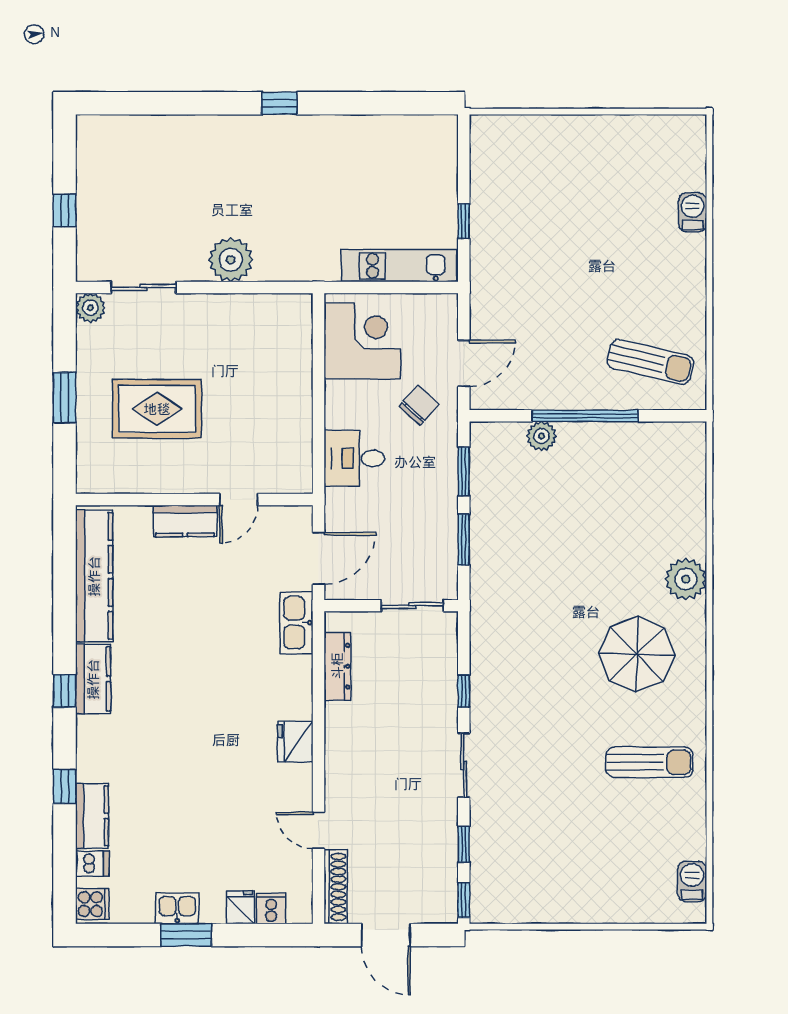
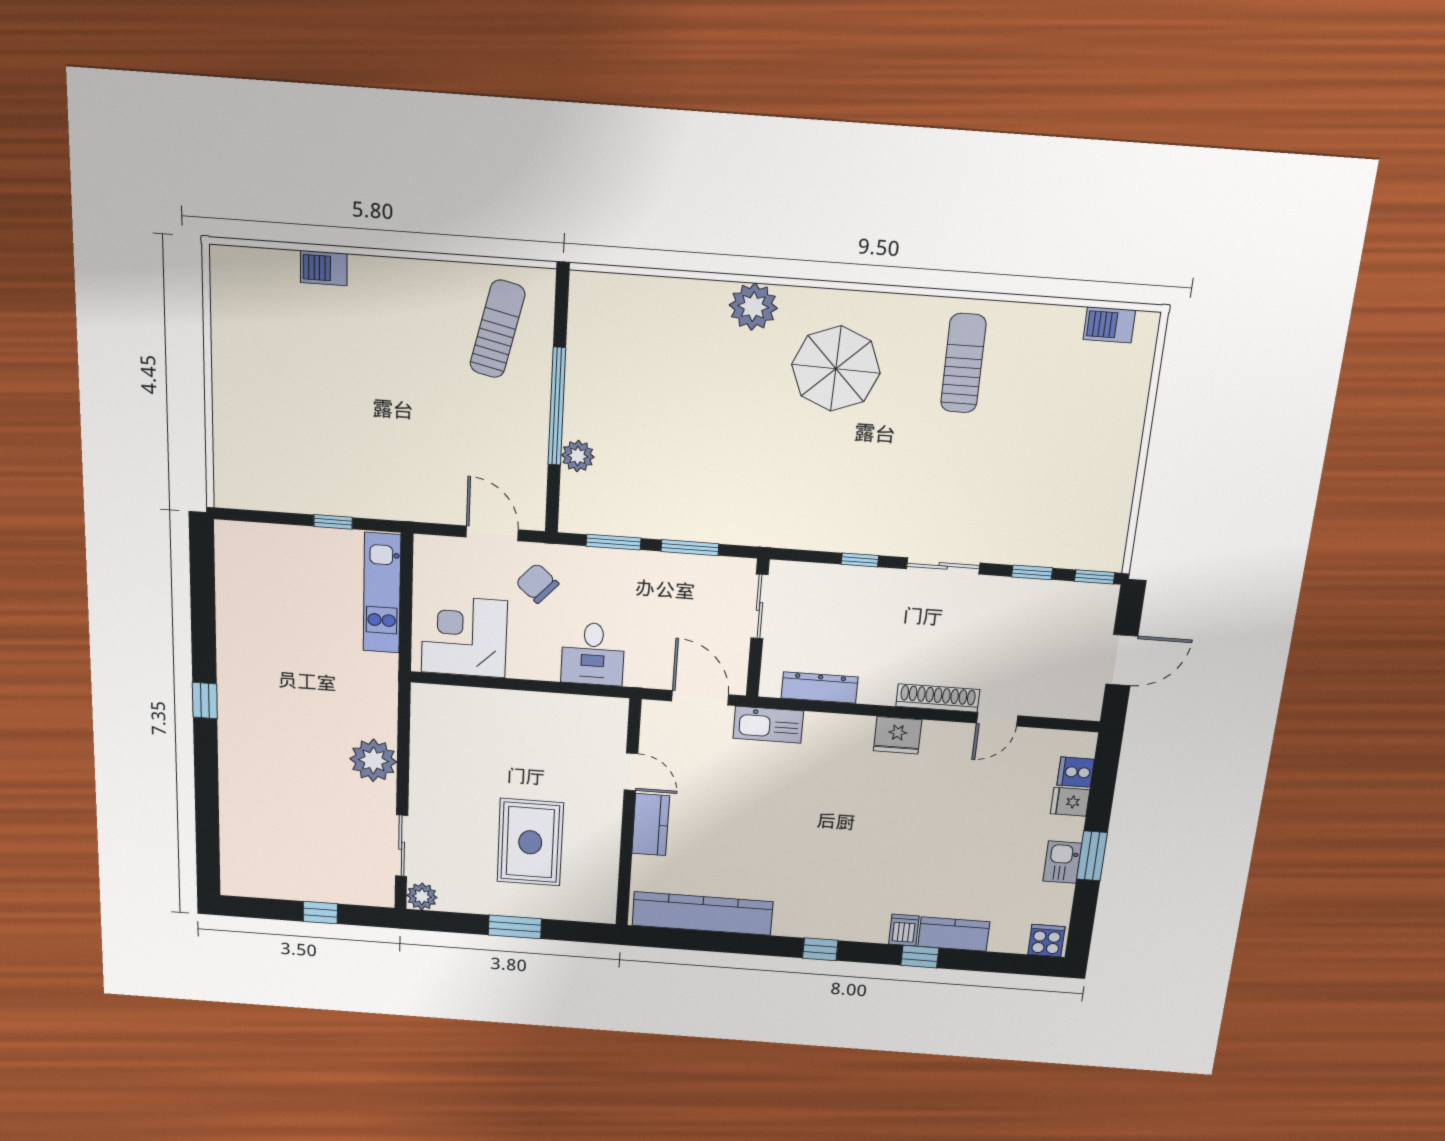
kitchen counter: (93, 679) -> (810, 922), removed
dishwasher: (92, 864) -> (904, 930), moved
shoe rack: (336, 887) -> (938, 698), moved

